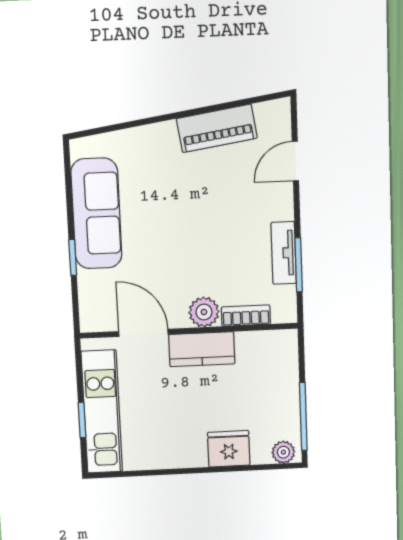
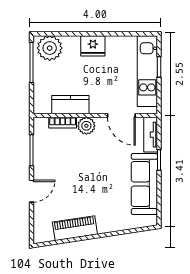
door: (295, 161) -> (32, 191), moved
tv unit: (284, 253) -> (151, 135), moved, turned 180
kitchen counter: (202, 349) -> (70, 105), moved
fridge: (229, 449) -> (93, 46), moved
plant: (283, 452) -> (50, 48), width x1.88, depth x1.88

